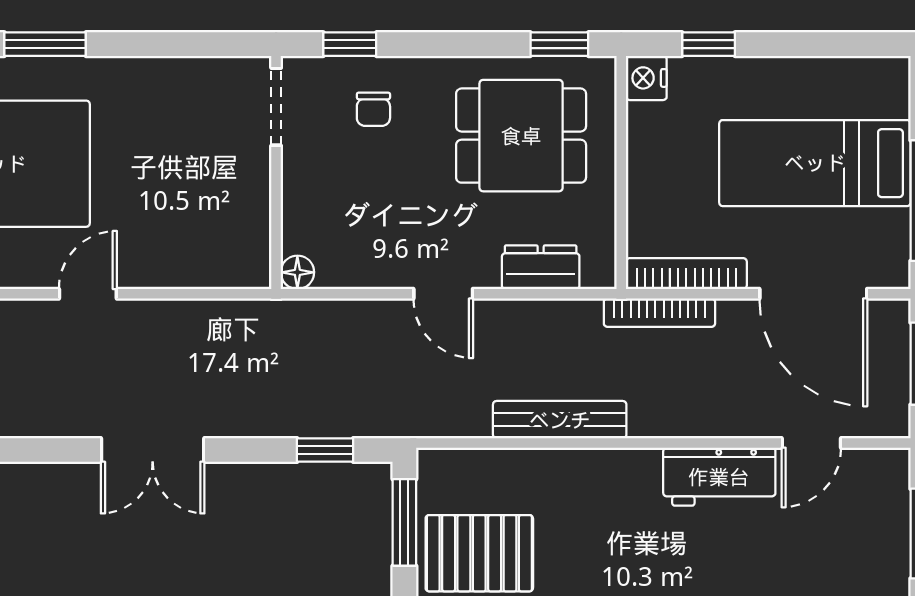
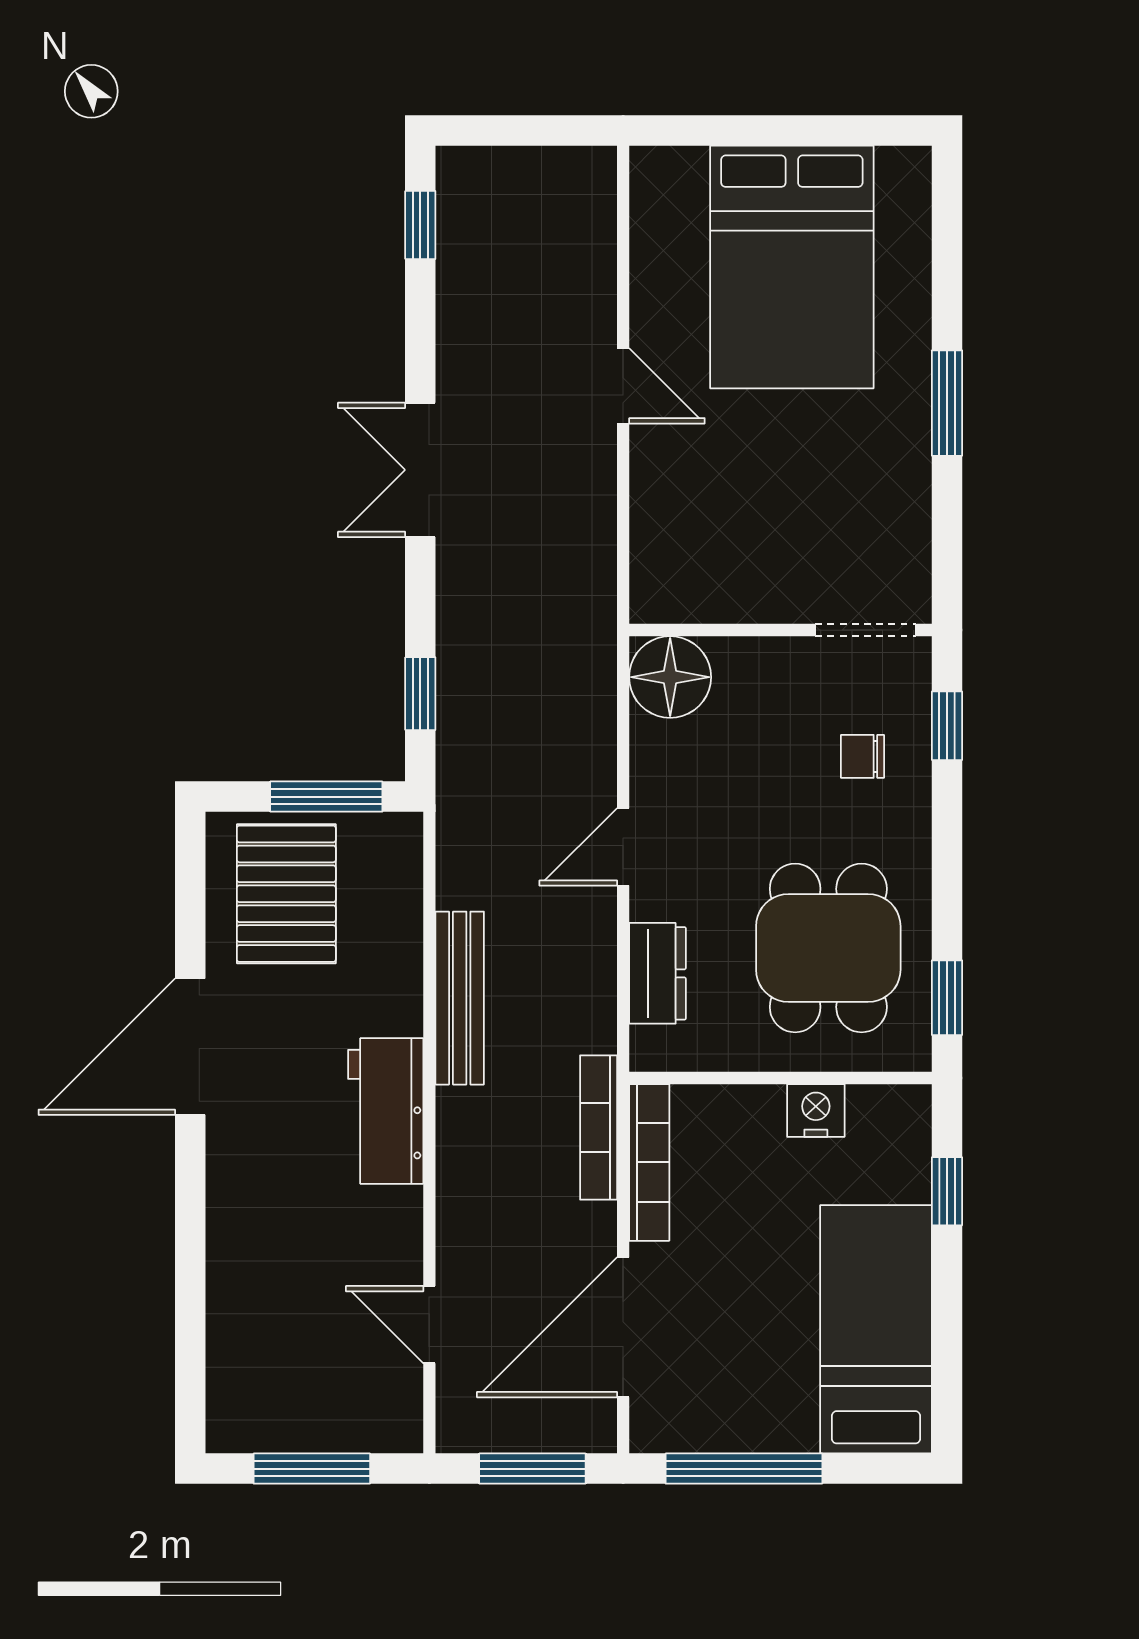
window: (45, 44) -> (947, 403), moved
nightstand: (646, 78) -> (816, 1111), moved
bed: (815, 163) -> (876, 1329), moved
floor lamp: (297, 272) -> (670, 677), width x1.89, depth x1.89
workbench: (719, 477) -> (386, 1111), moved

